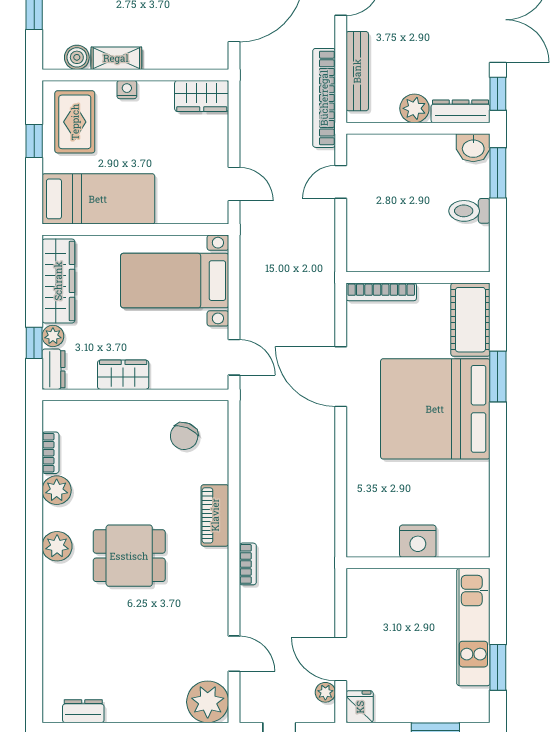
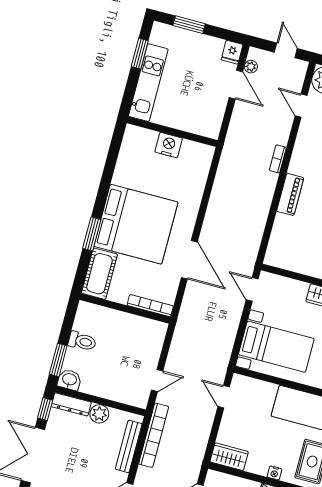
chair: (184, 436) -> (296, 249), removed

